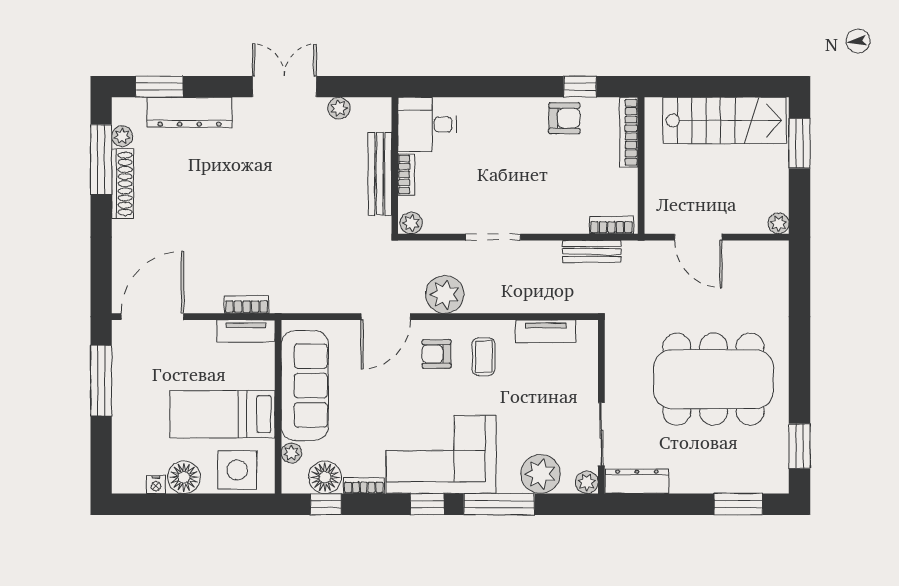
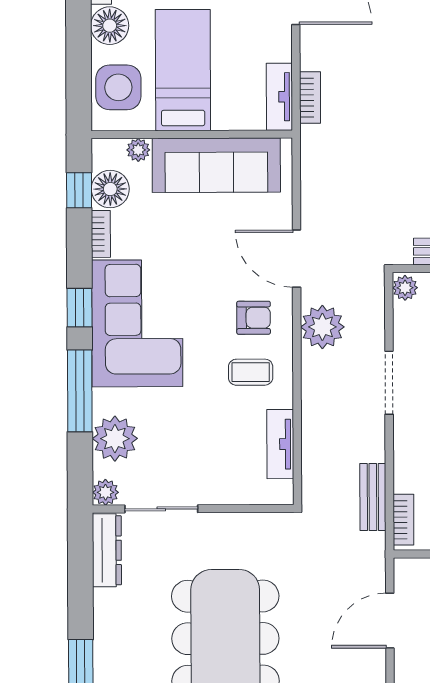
armchair: (437, 354) -> (254, 318), turned 90

